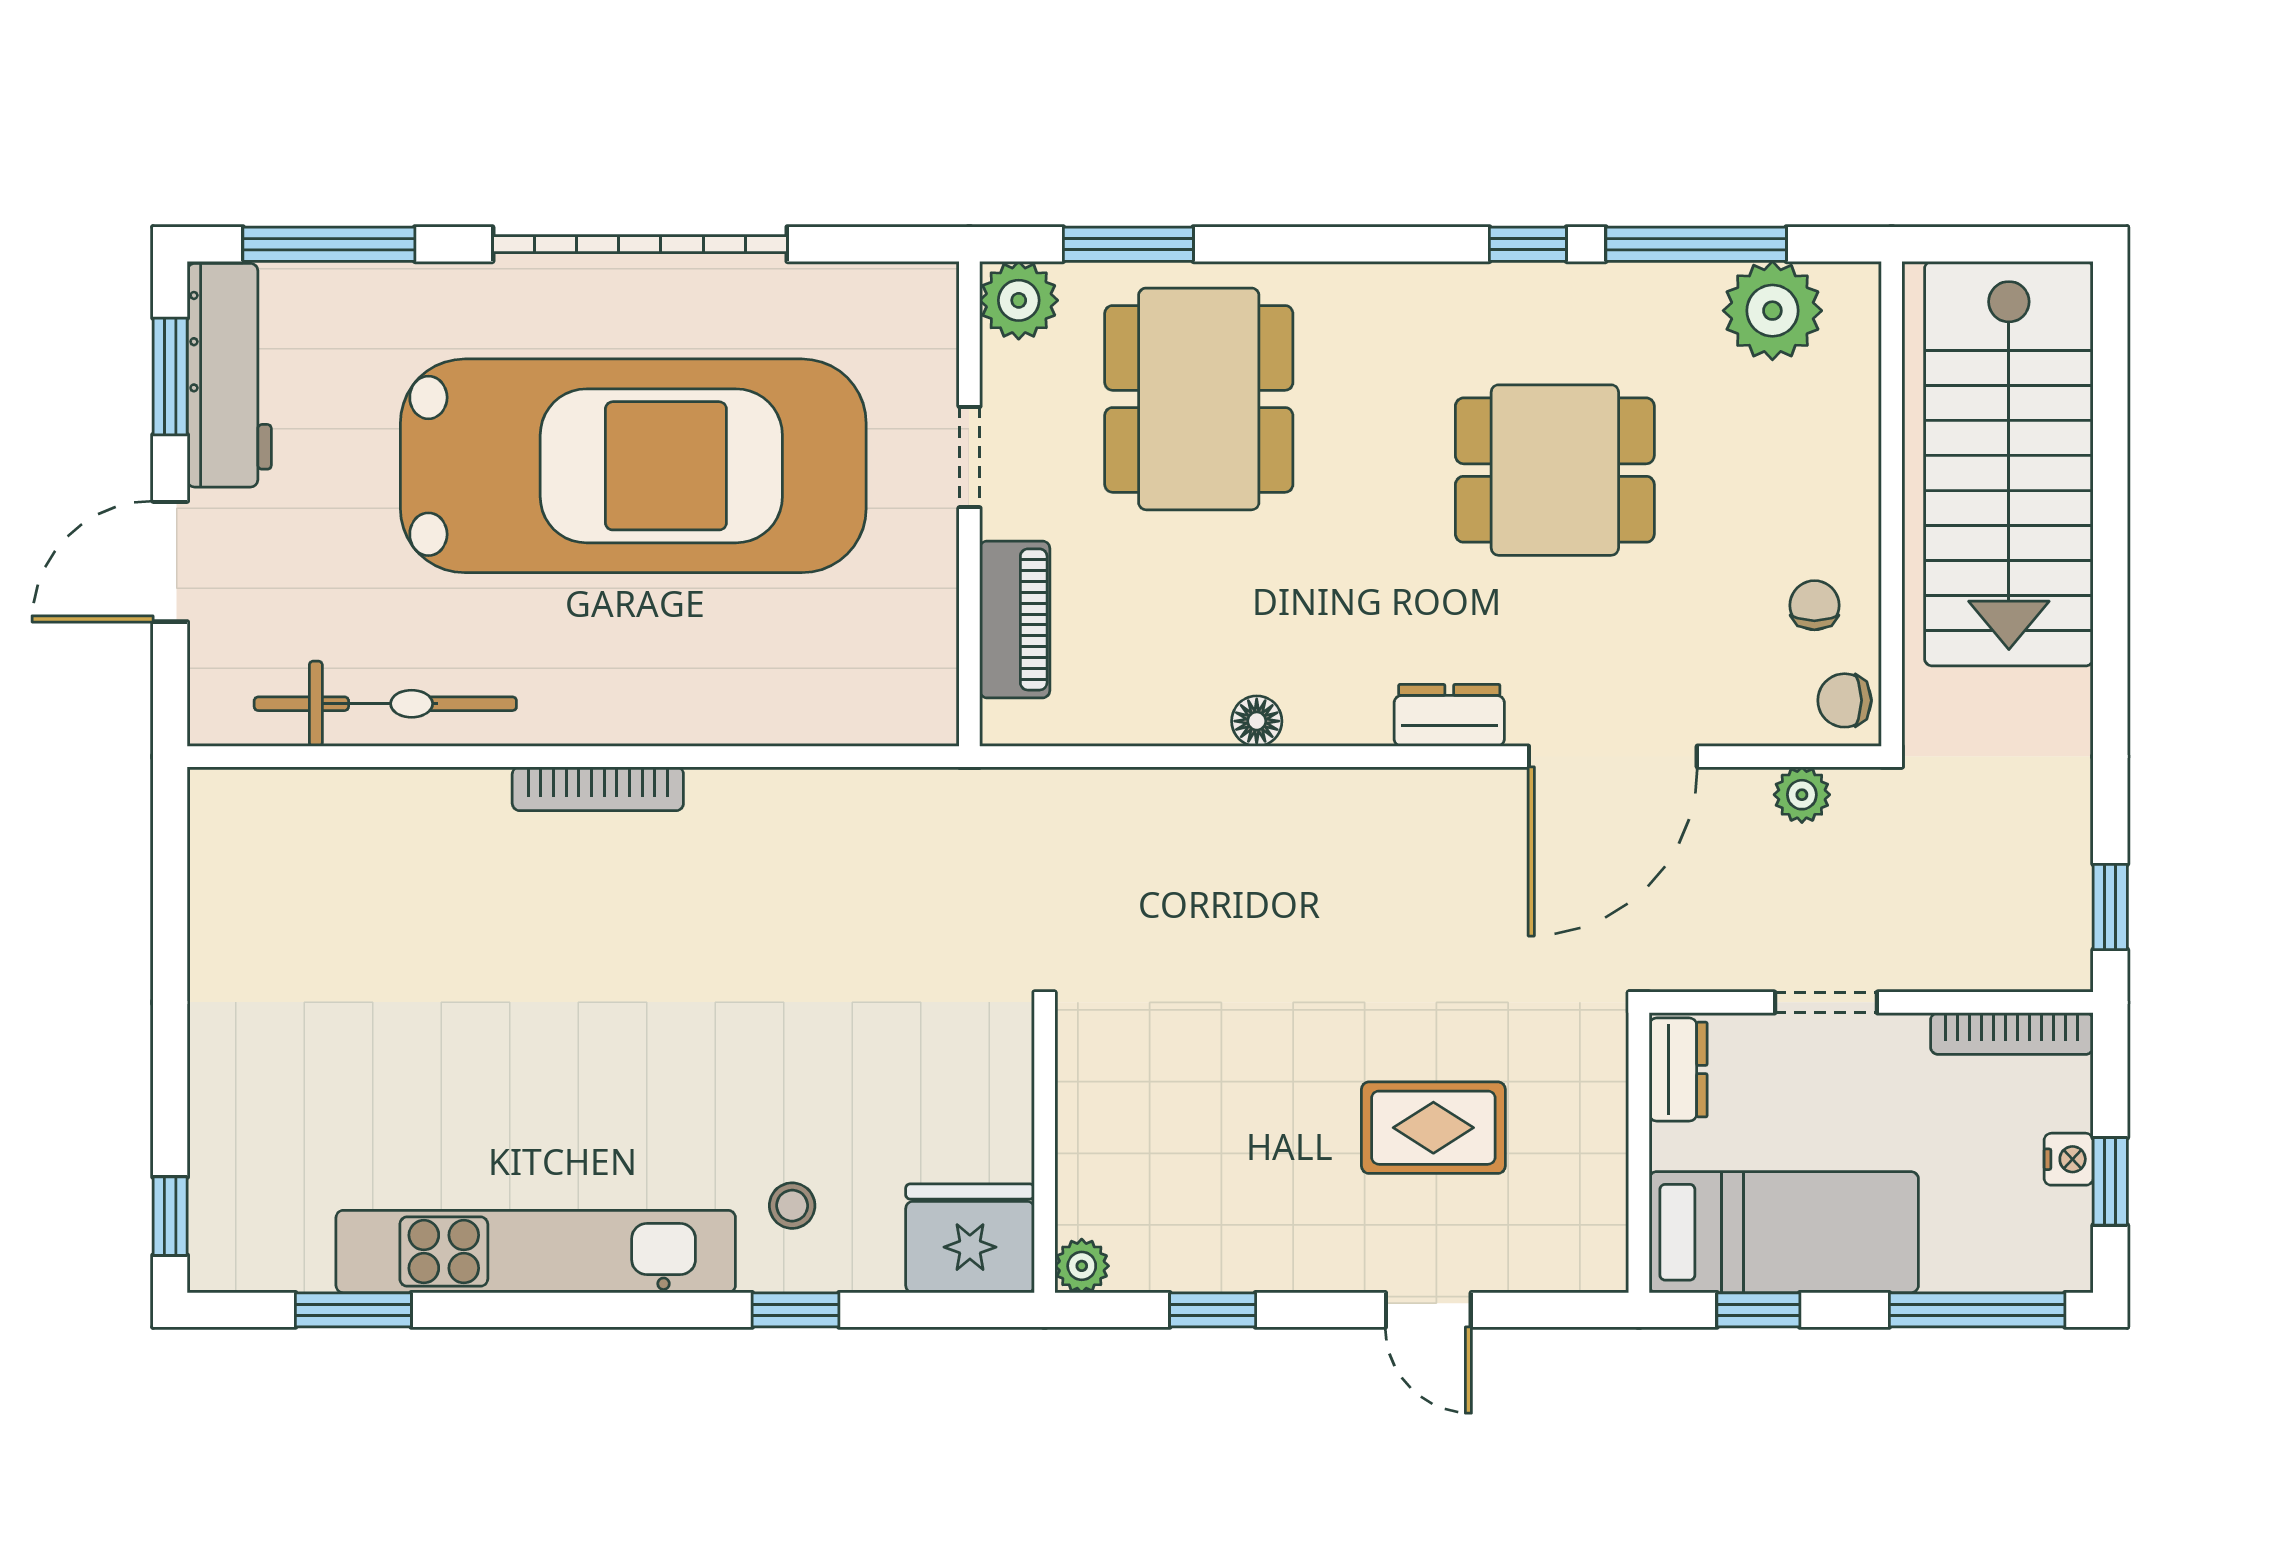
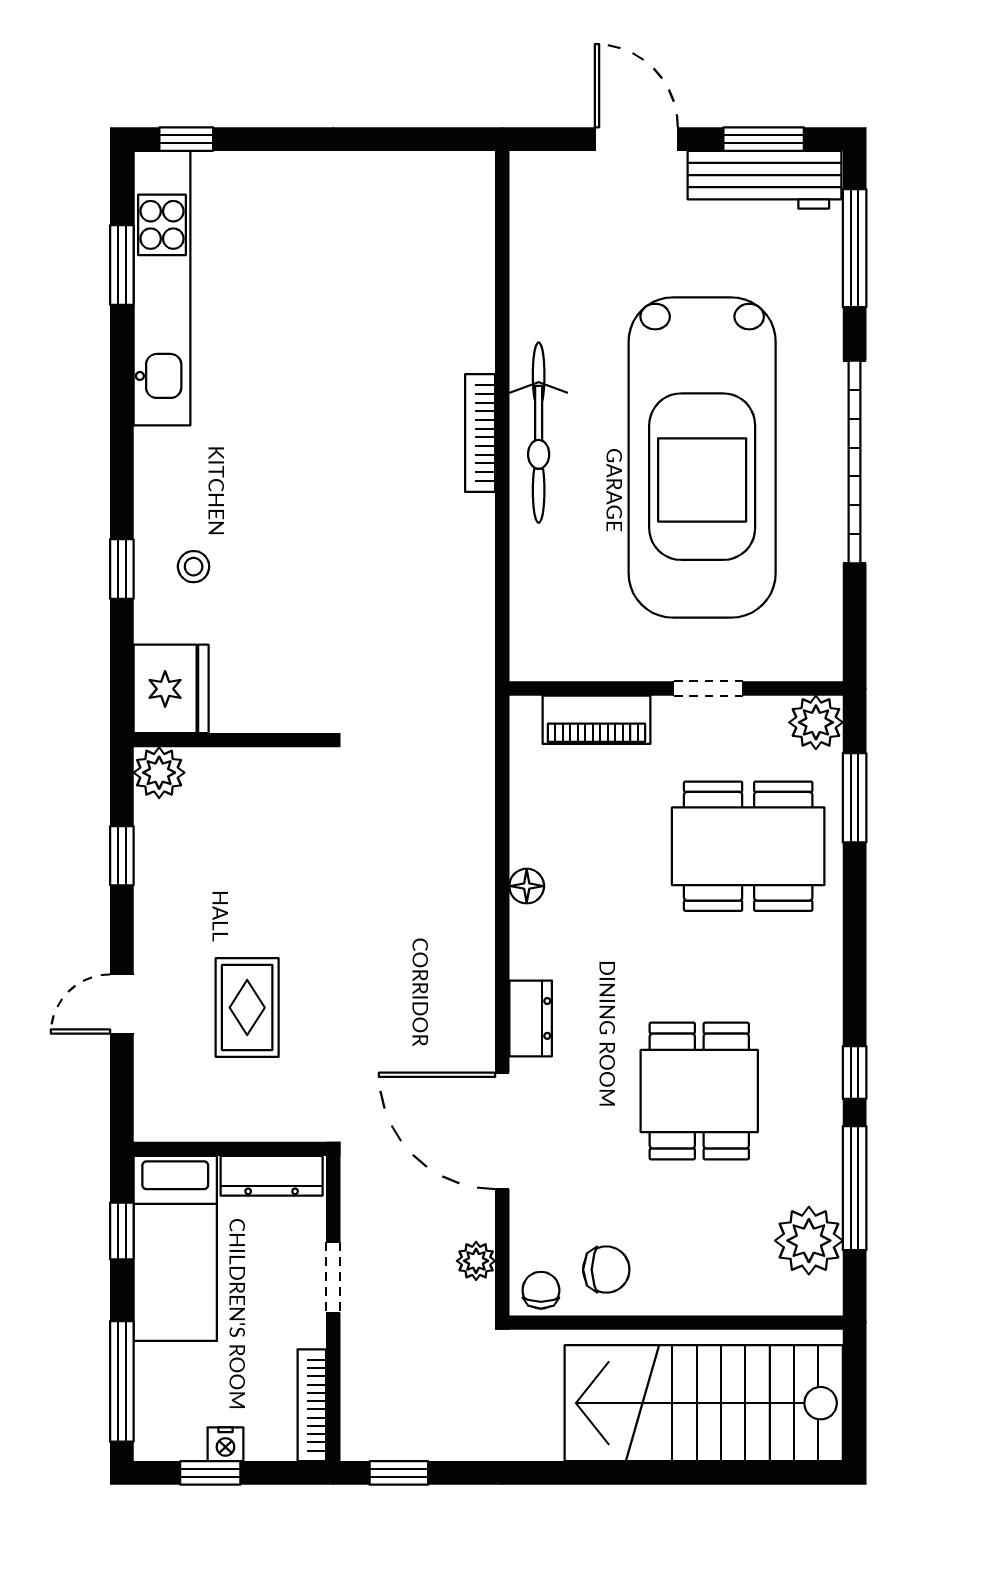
chair: (1814, 605) -> (606, 1270), width x1.37, depth x1.37
bicycle: (385, 704) -> (539, 433), moved
dresser: (1678, 1070) -> (272, 1176), width x1.44
kitchen unit: (536, 1252) -> (162, 288), moved
plant: (1082, 1266) -> (159, 773), width x1.38, depth x1.38

